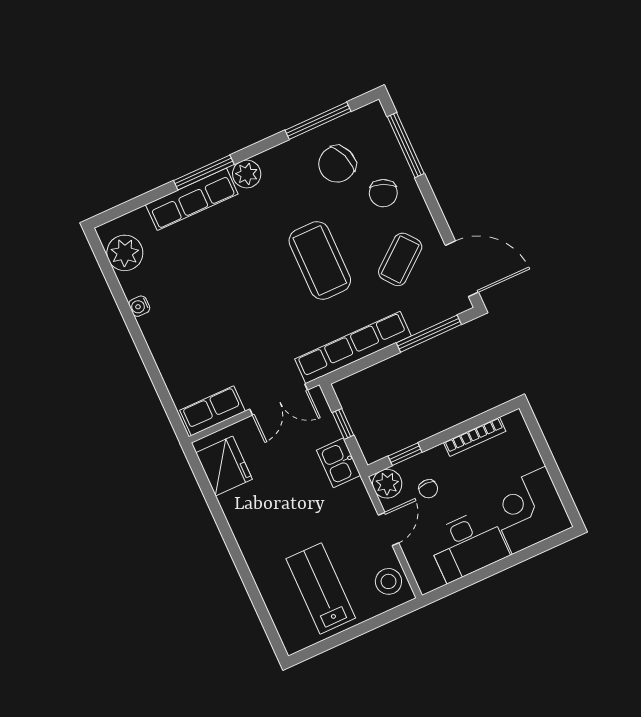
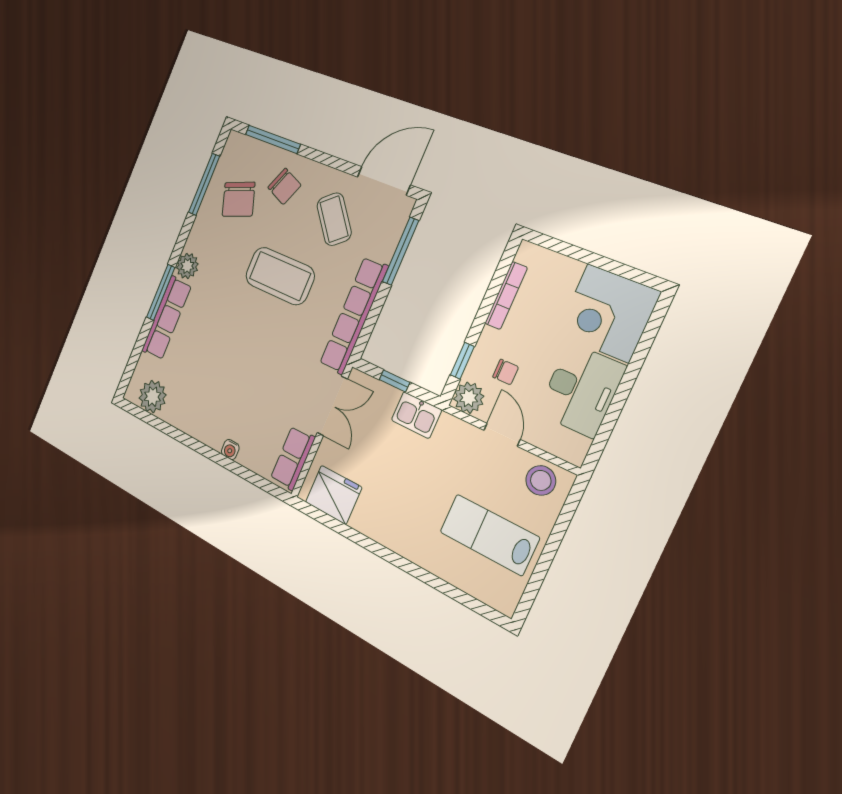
water cooler: (139, 306) -> (230, 450), moved

